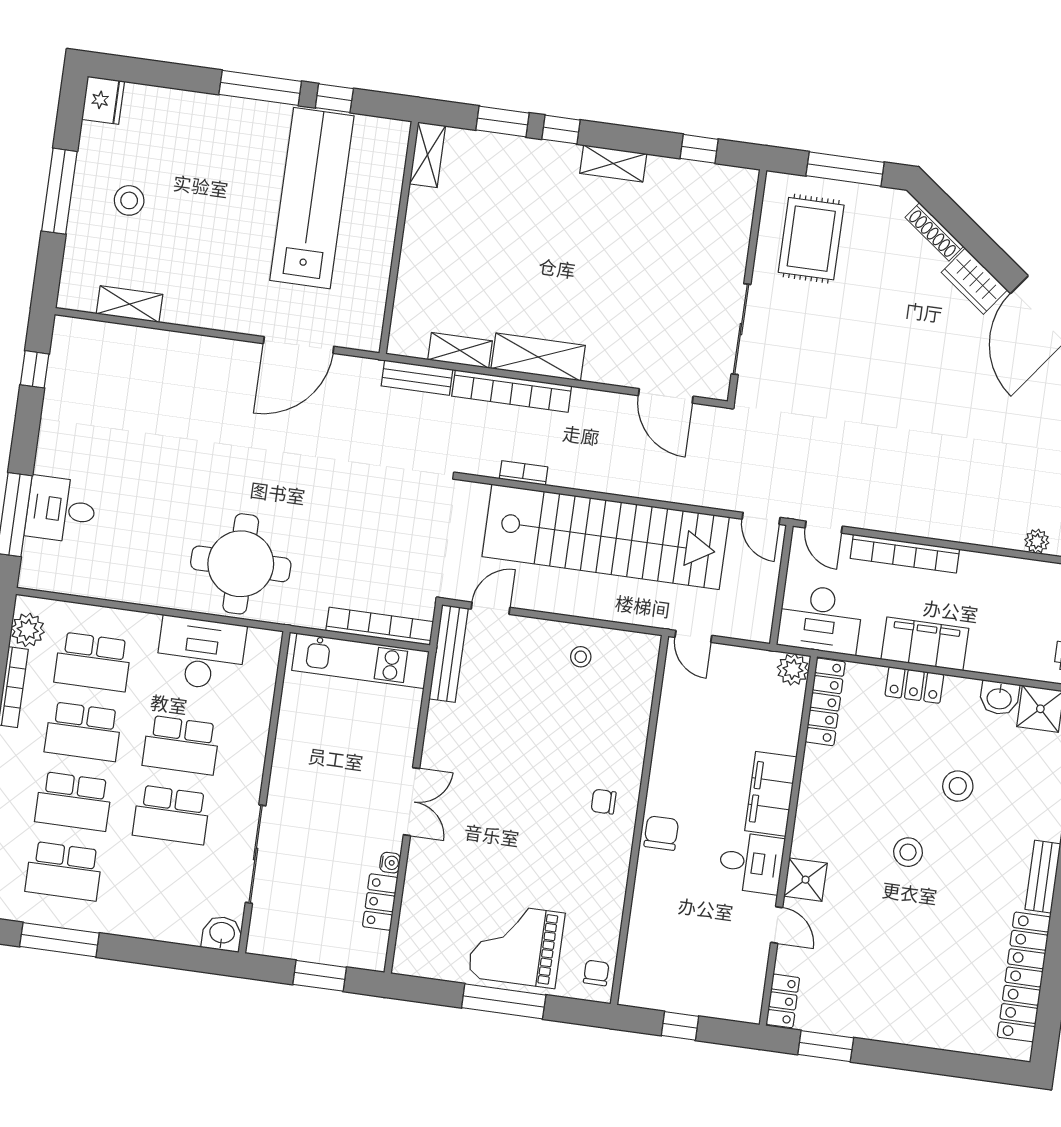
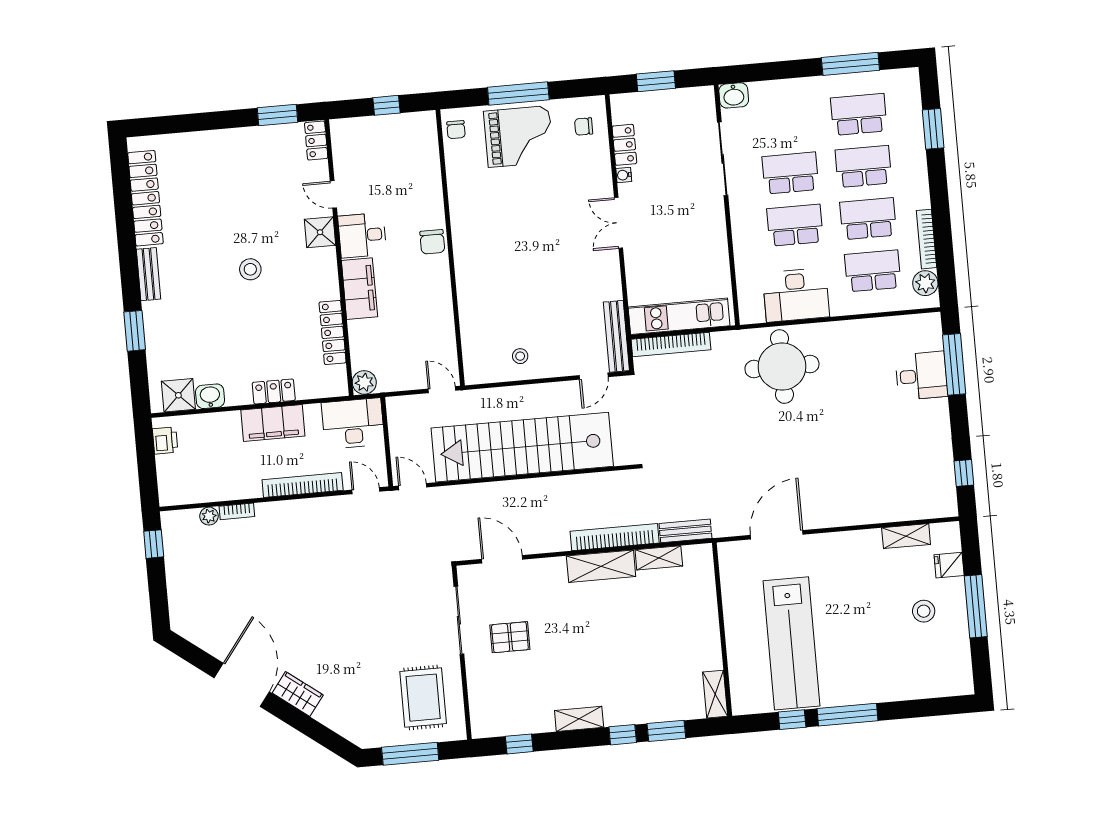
fridge: (103, 100) -> (949, 565), moved, width x0.72
shoe rack: (934, 232) -> (335, 723), removed
pallet: (679, 291) -> (510, 637), added
bookcase: (524, 473) -> (237, 511), moved
locker: (825, 702) -> (333, 332), moved
stool: (958, 786) -> (225, 325), removed
chair: (604, 802) -> (584, 126), moved, turned 180

